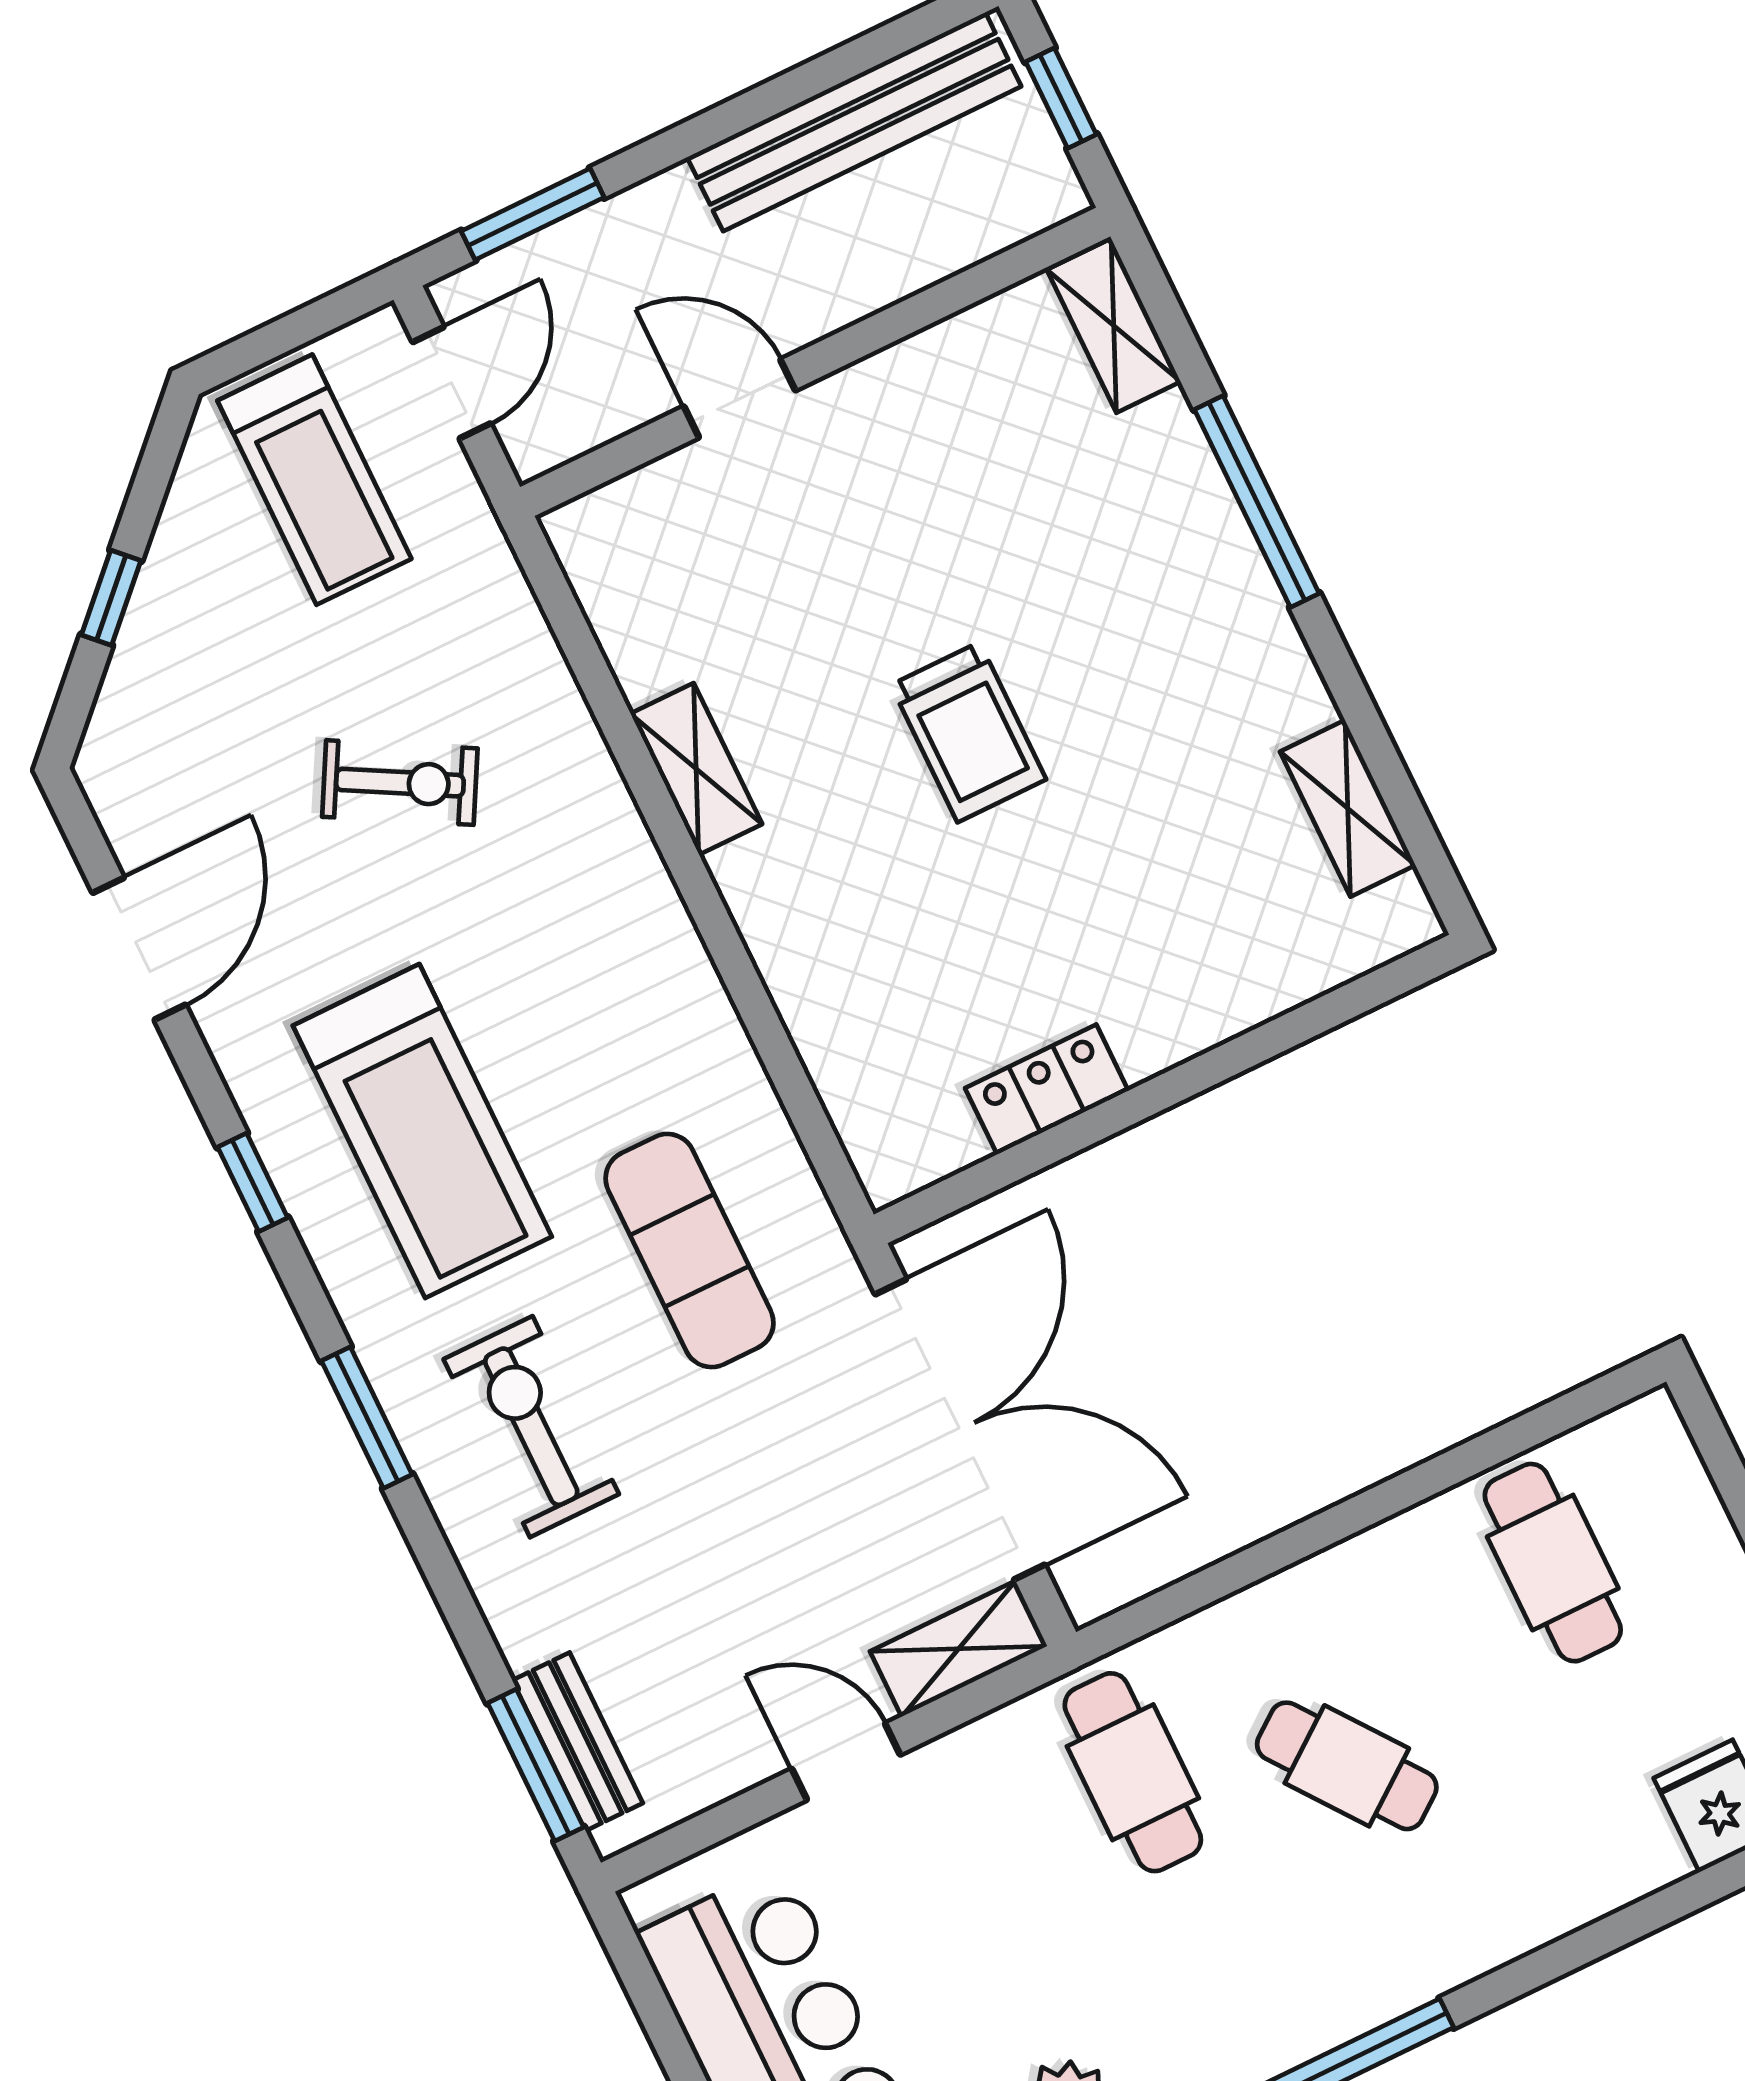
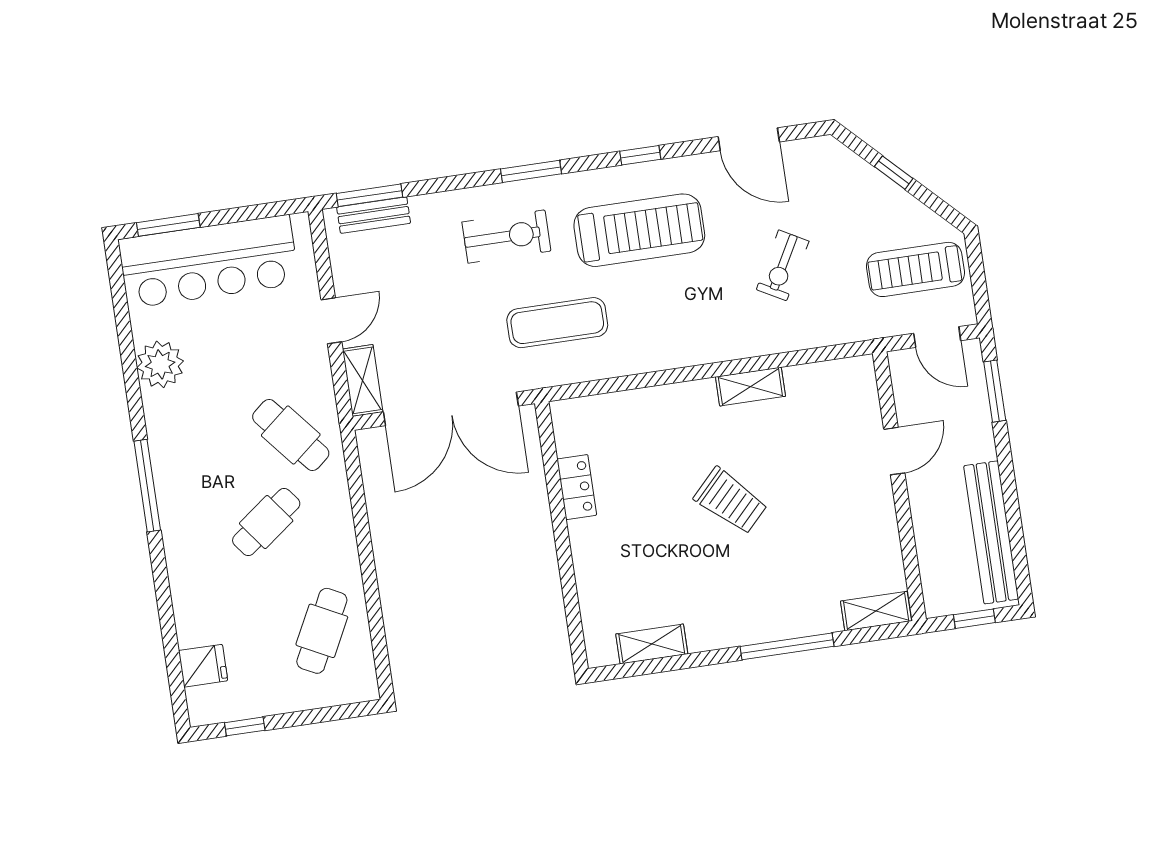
trolley: (968, 732) -> (731, 501), turned -136
treadmill: (422, 1131) -> (639, 230), turned 180
cafe table: (1553, 1563) -> (322, 631), turned -63
cafe table: (1133, 1772) -> (291, 435), turned 50

